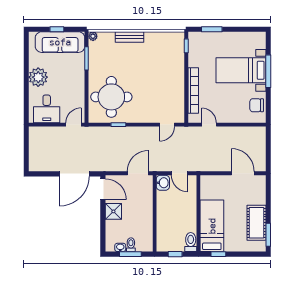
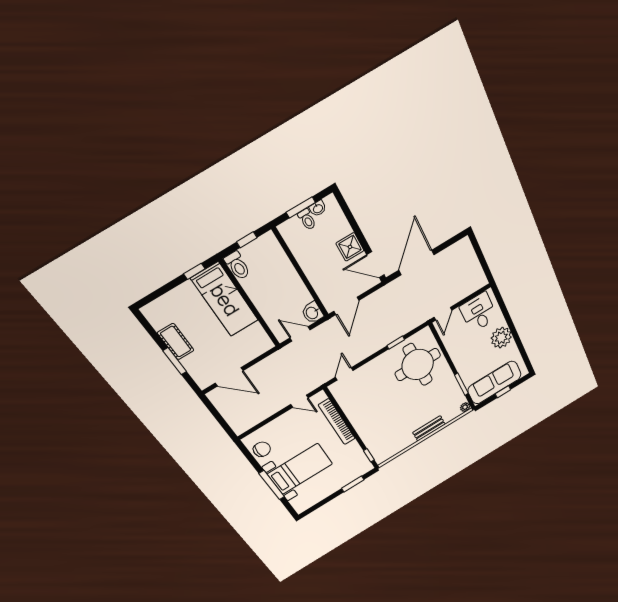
cot: (257, 223) -> (176, 342), width x0.73, depth x0.75
window: (268, 235) -> (175, 361), moved

